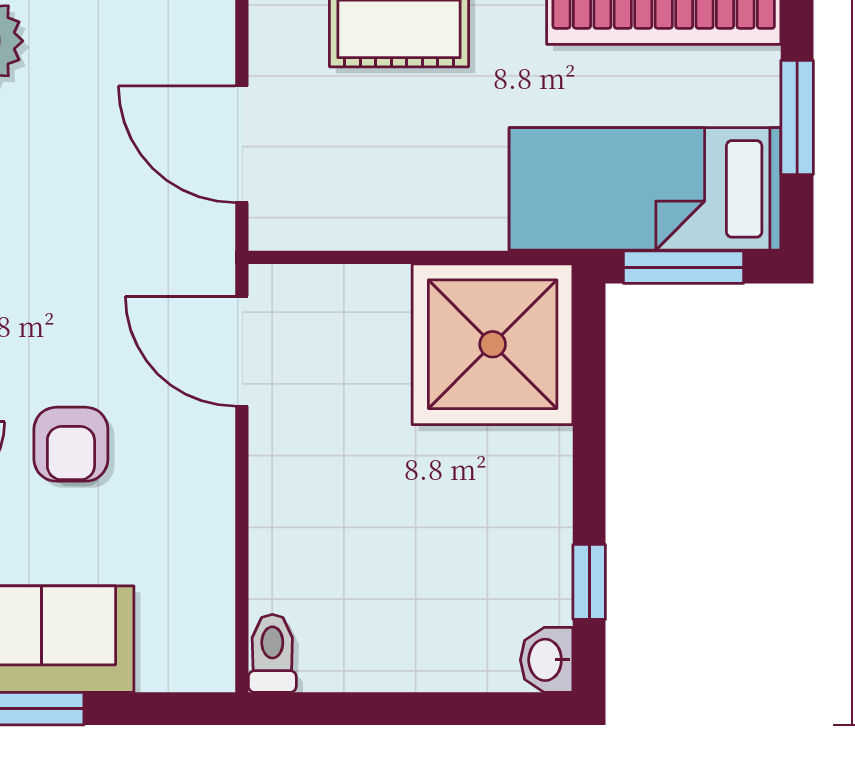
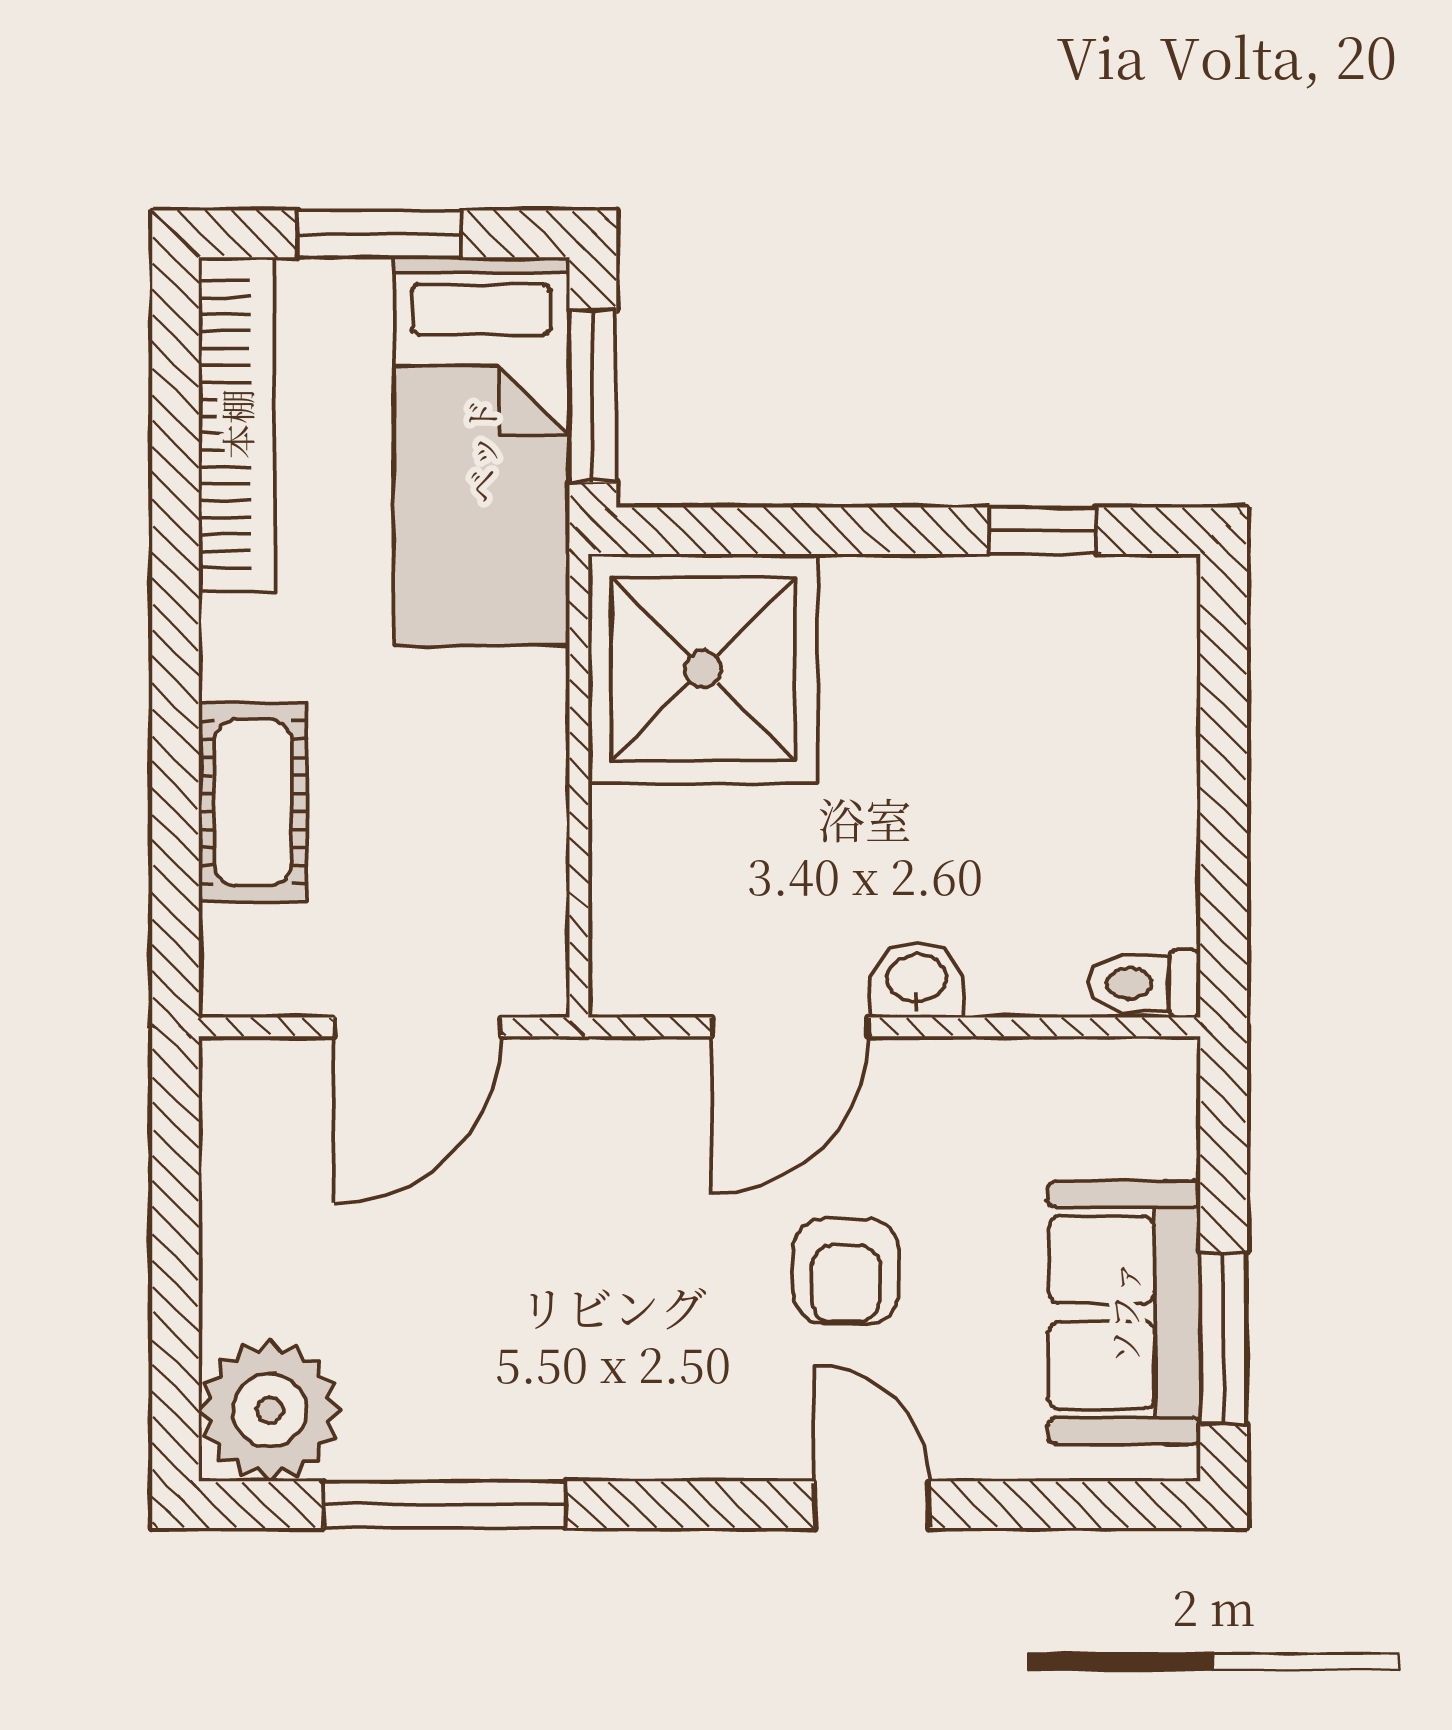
door: (242, 351) -> (790, 1027), moved
armchair: (71, 444) -> (846, 1271), turned 90
washbasin: (547, 660) -> (917, 980), moved, turned 180

